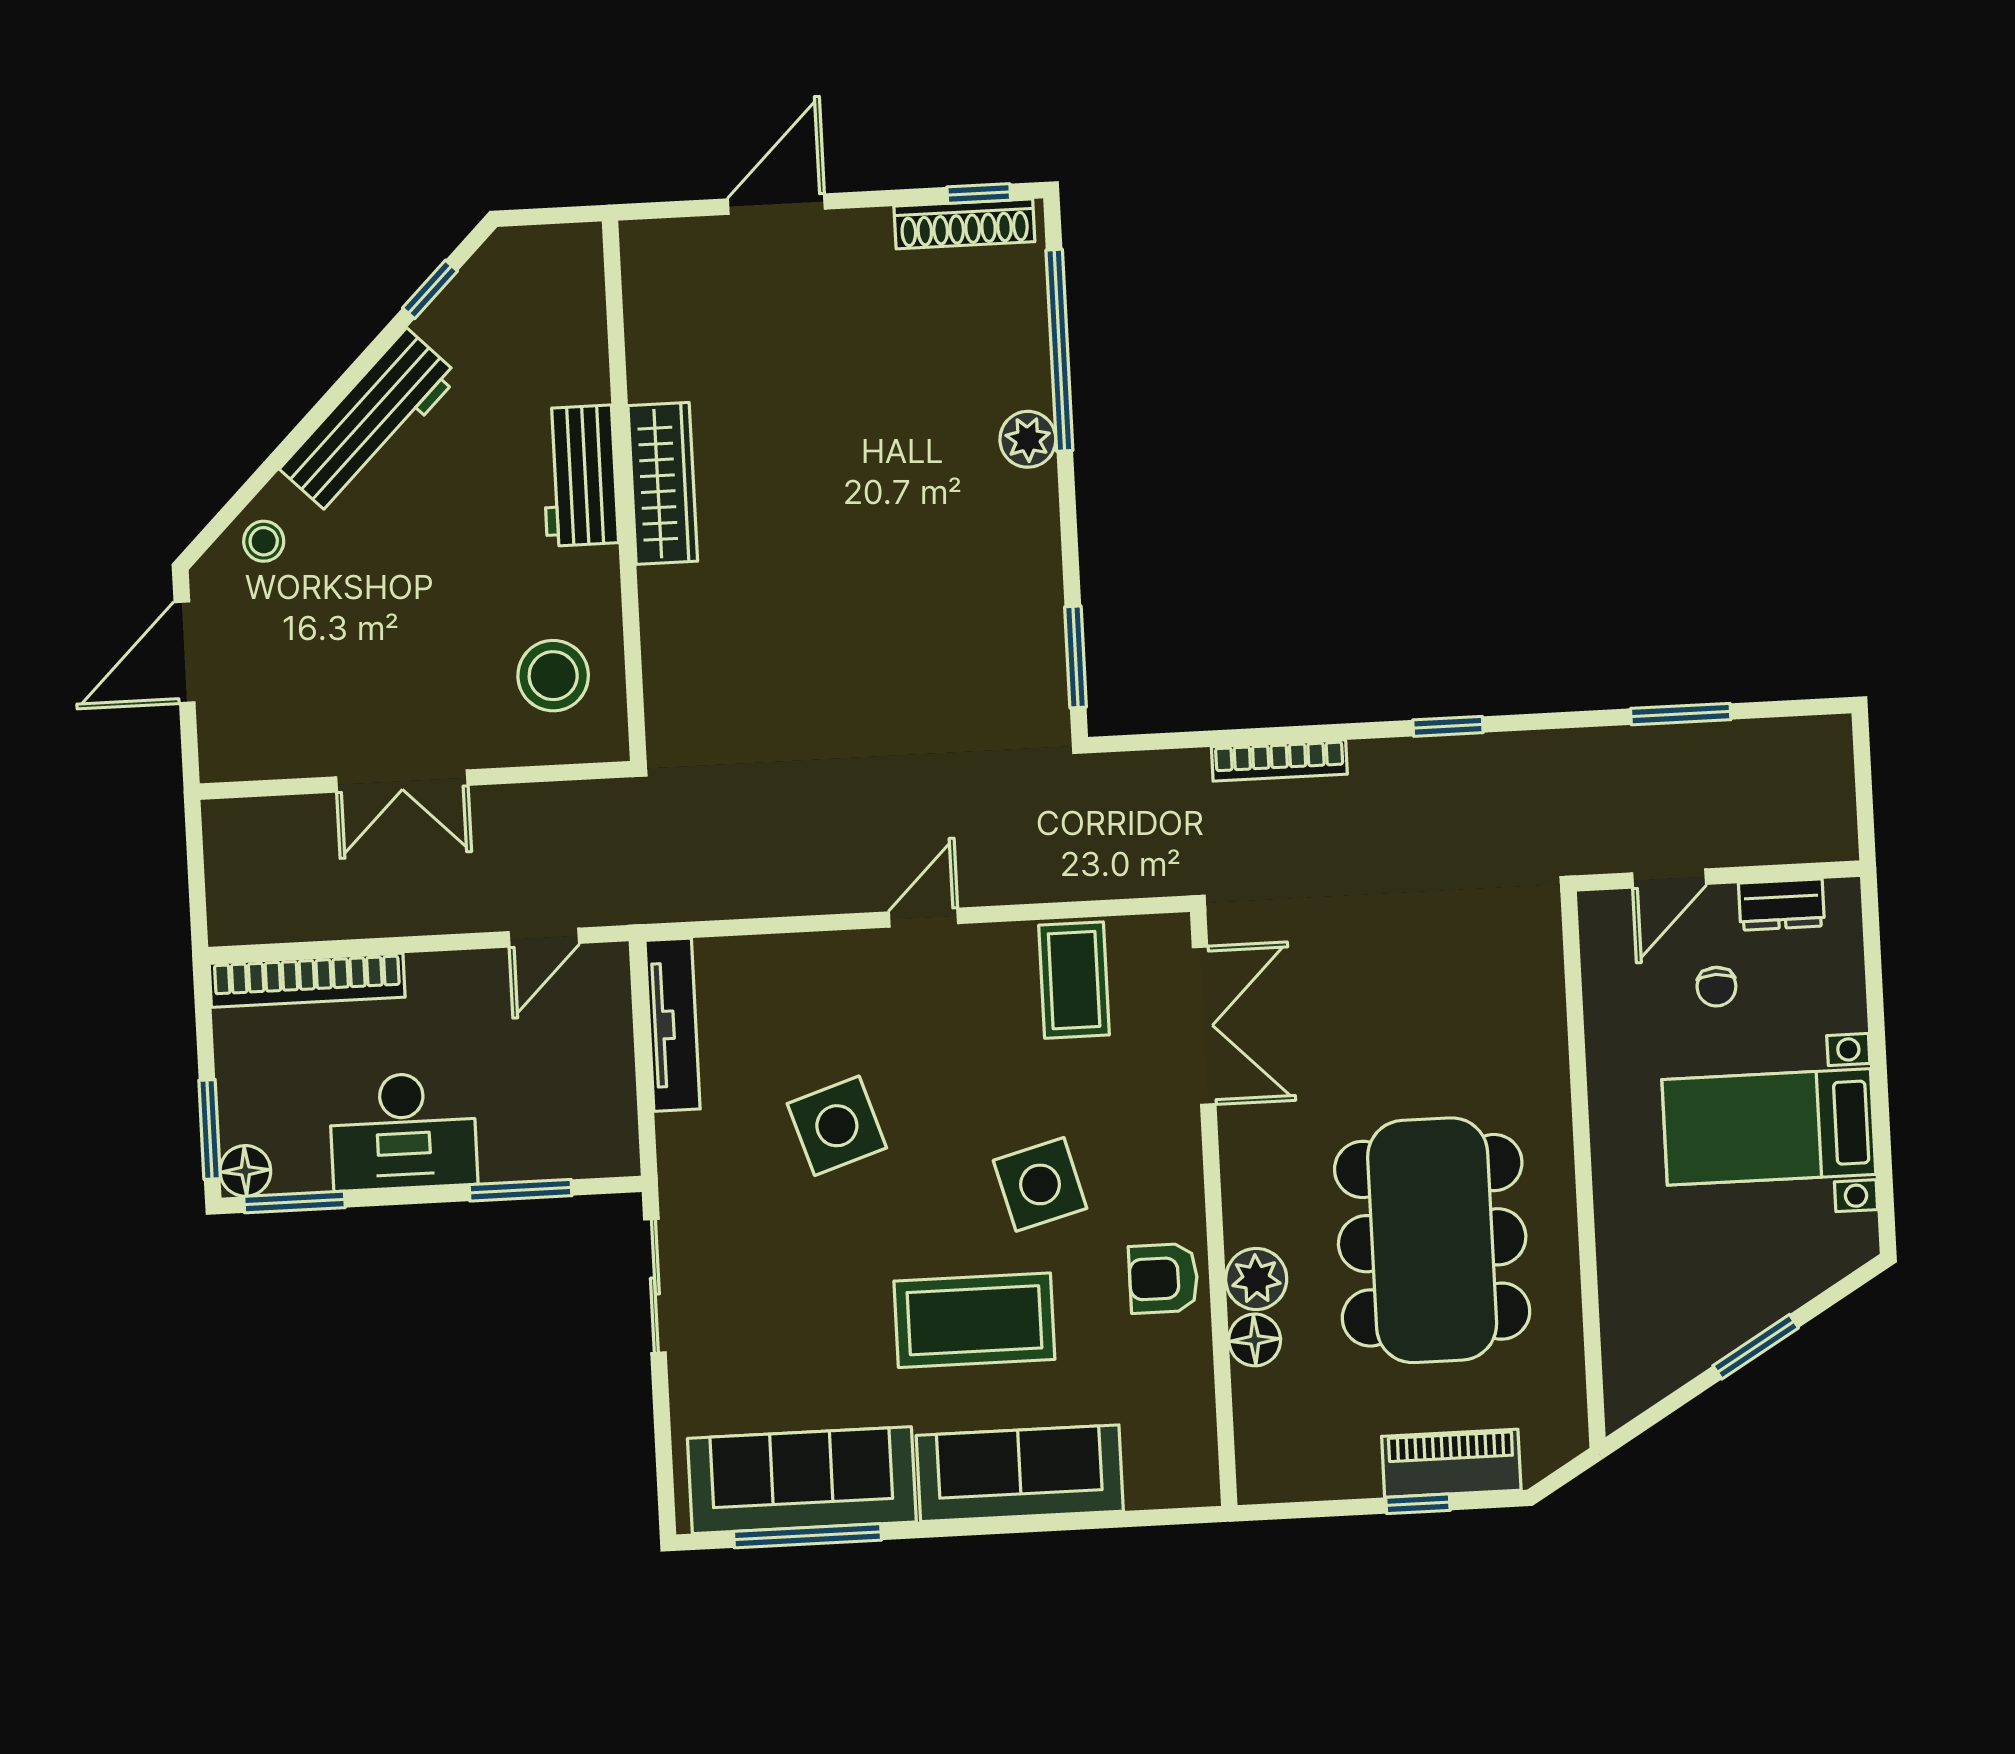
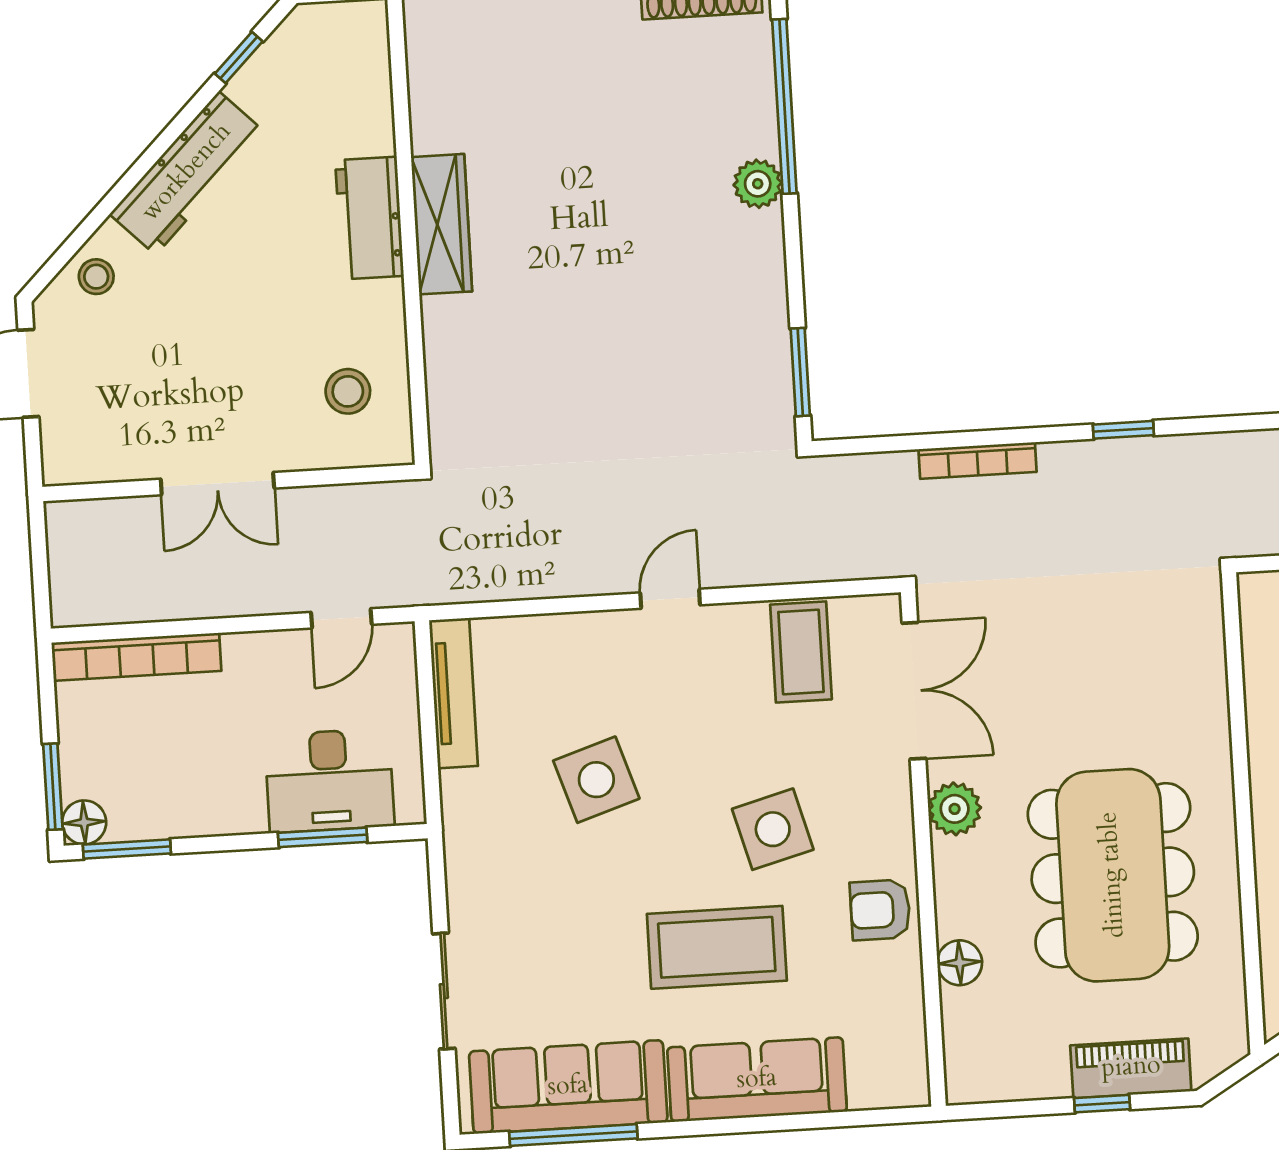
stool: (553, 676) -> (348, 391), width x0.73, depth x0.73
desk: (403, 1131) -> (329, 781), moved
plant: (1256, 1279) -> (955, 809), moved
sliding door: (655, 1286) -> (444, 991), moved

